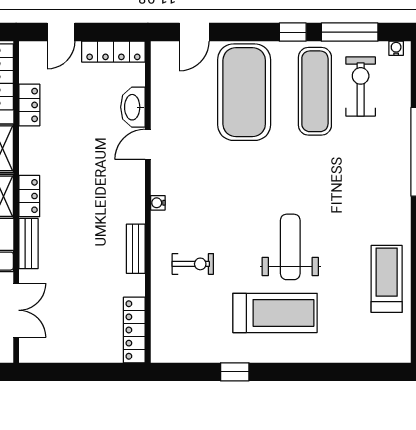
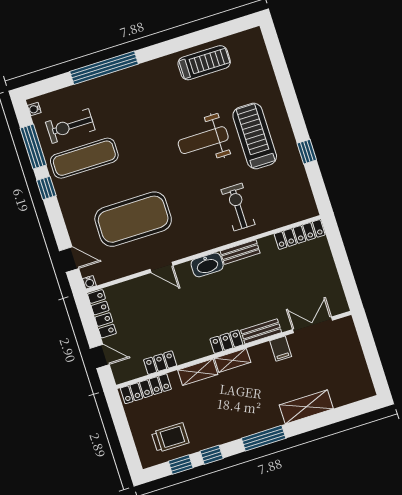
exercise mat: (244, 92) -> (133, 219), moved
washbasin: (133, 107) -> (207, 265), moved
water cooler: (158, 203) -> (89, 282), moved
exercise bike: (193, 264) -> (238, 207), width x1.38, depth x1.39
treadmill: (387, 279) -> (204, 63), turned 180

